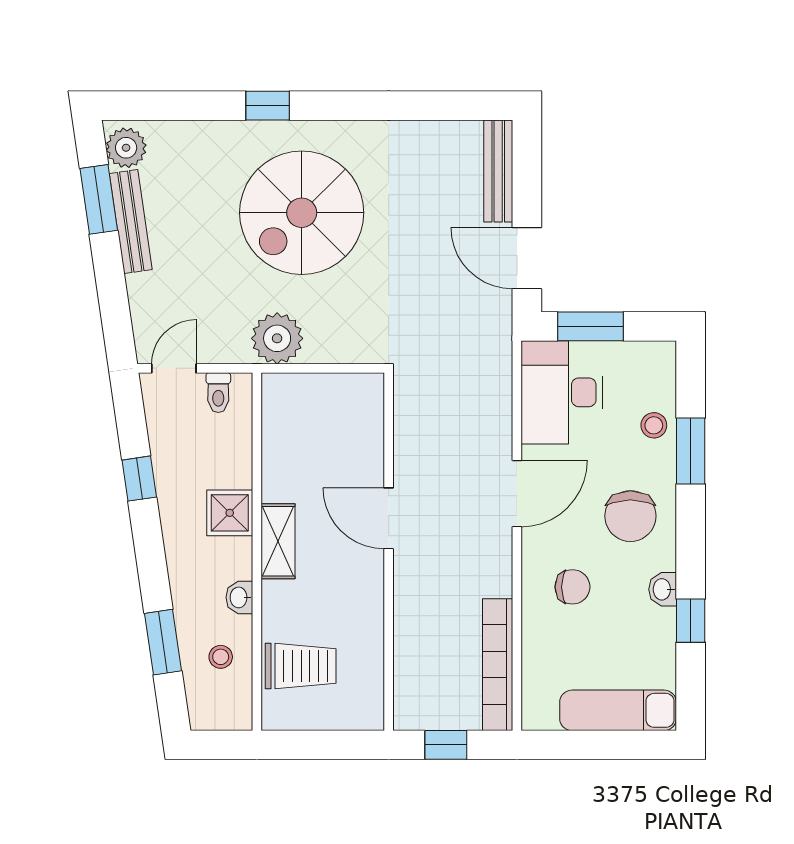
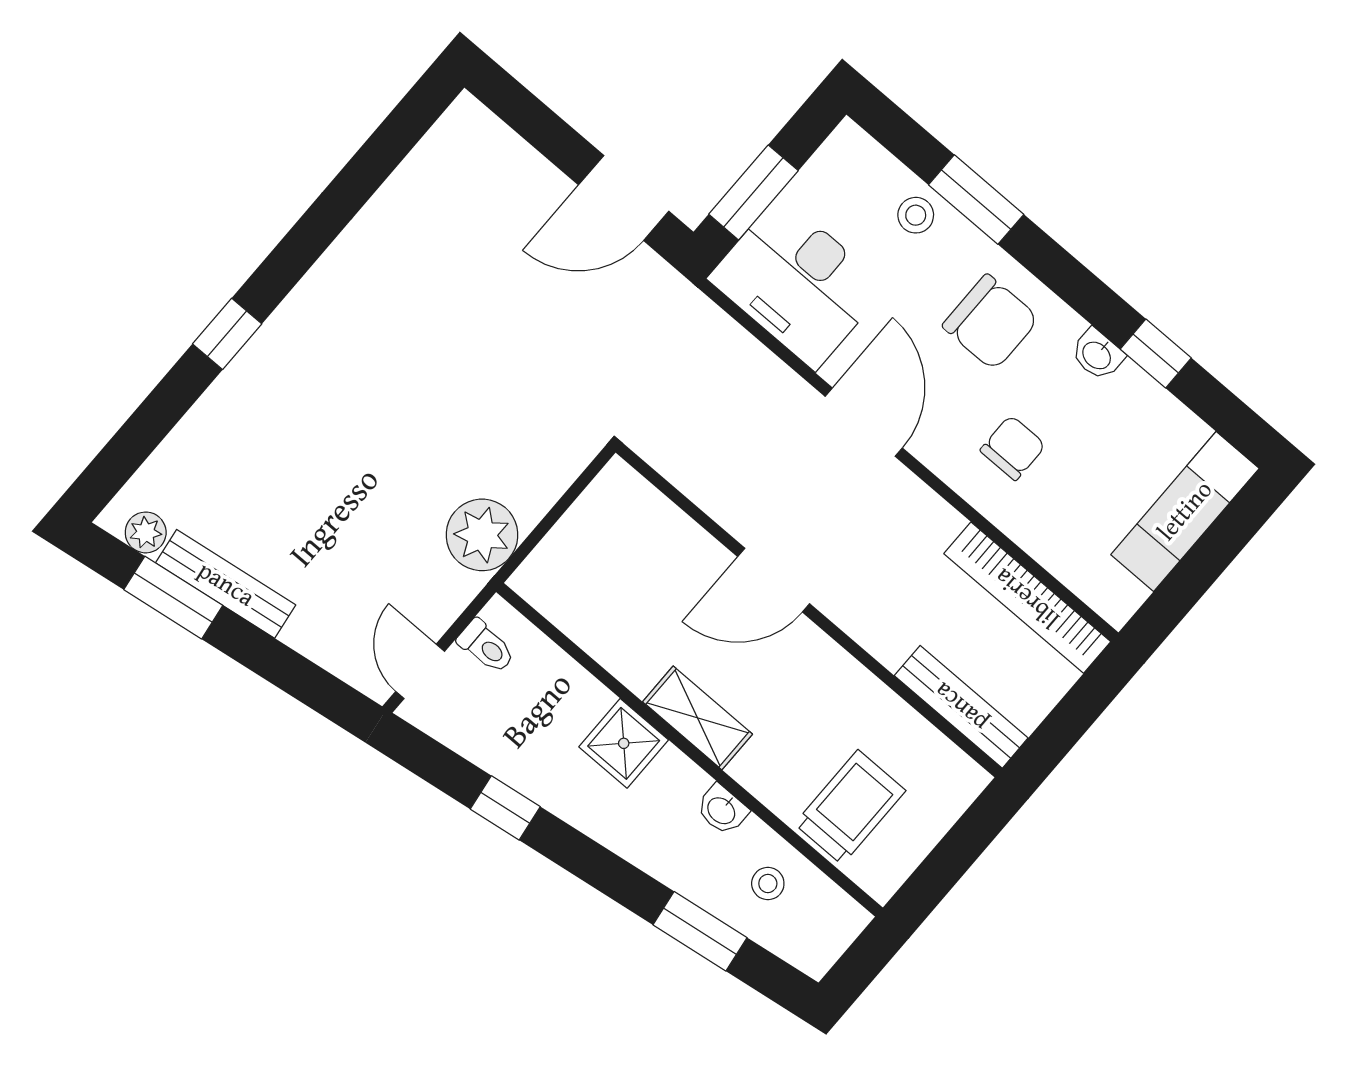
plant: (126, 148) -> (146, 532), width x0.73, depth x0.73
bench: (498, 171) -> (961, 707), moved
spiral stairs: (302, 213) -> (371, 395), removed
window: (446, 745) -> (1065, 725), removed

